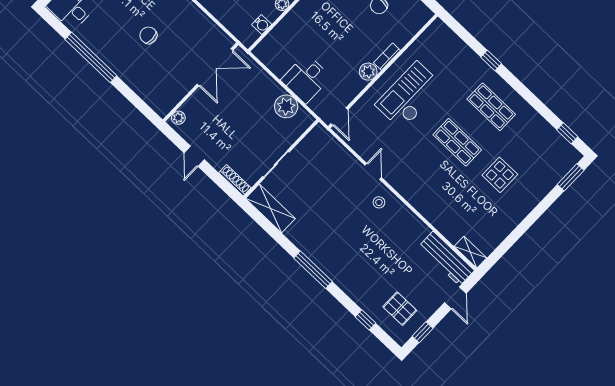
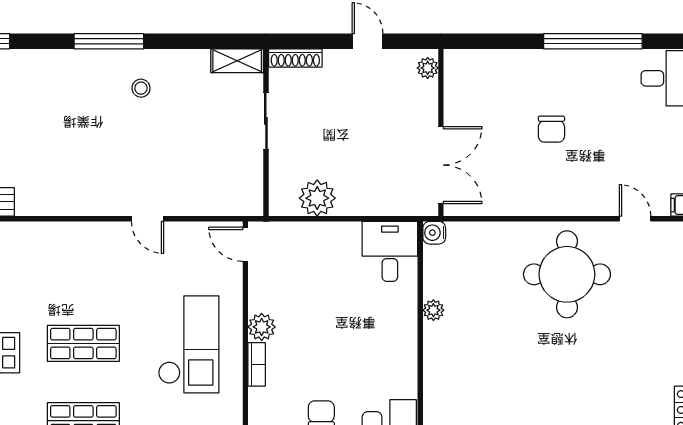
water cooler: (262, 24) -> (434, 233), moved
chair: (148, 35) -> (551, 129), turned 91
double door: (215, 67) -> (441, 165), swing flipped
desk: (306, 79) -> (390, 251), moved
stool: (379, 202) -> (141, 88), moved
shelving: (270, 208) -> (237, 61), width x0.67, depth x0.75

